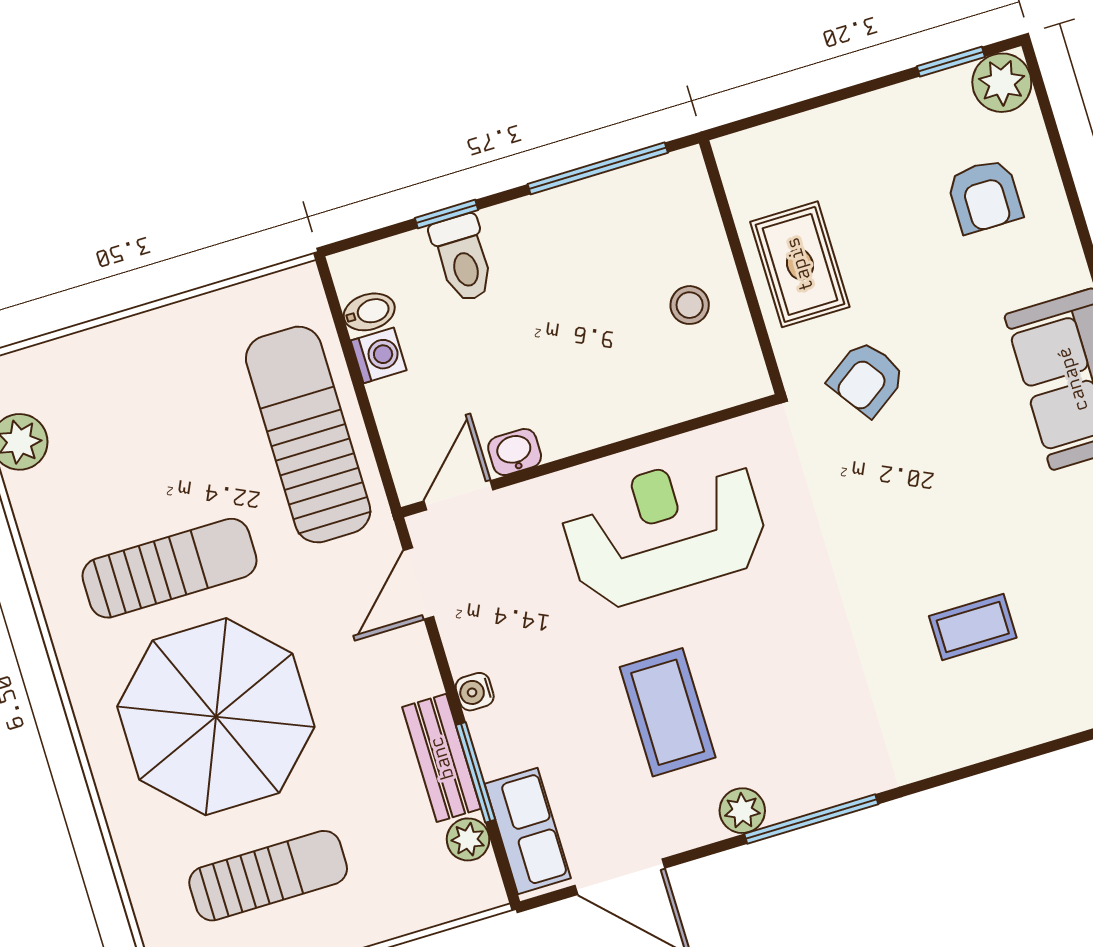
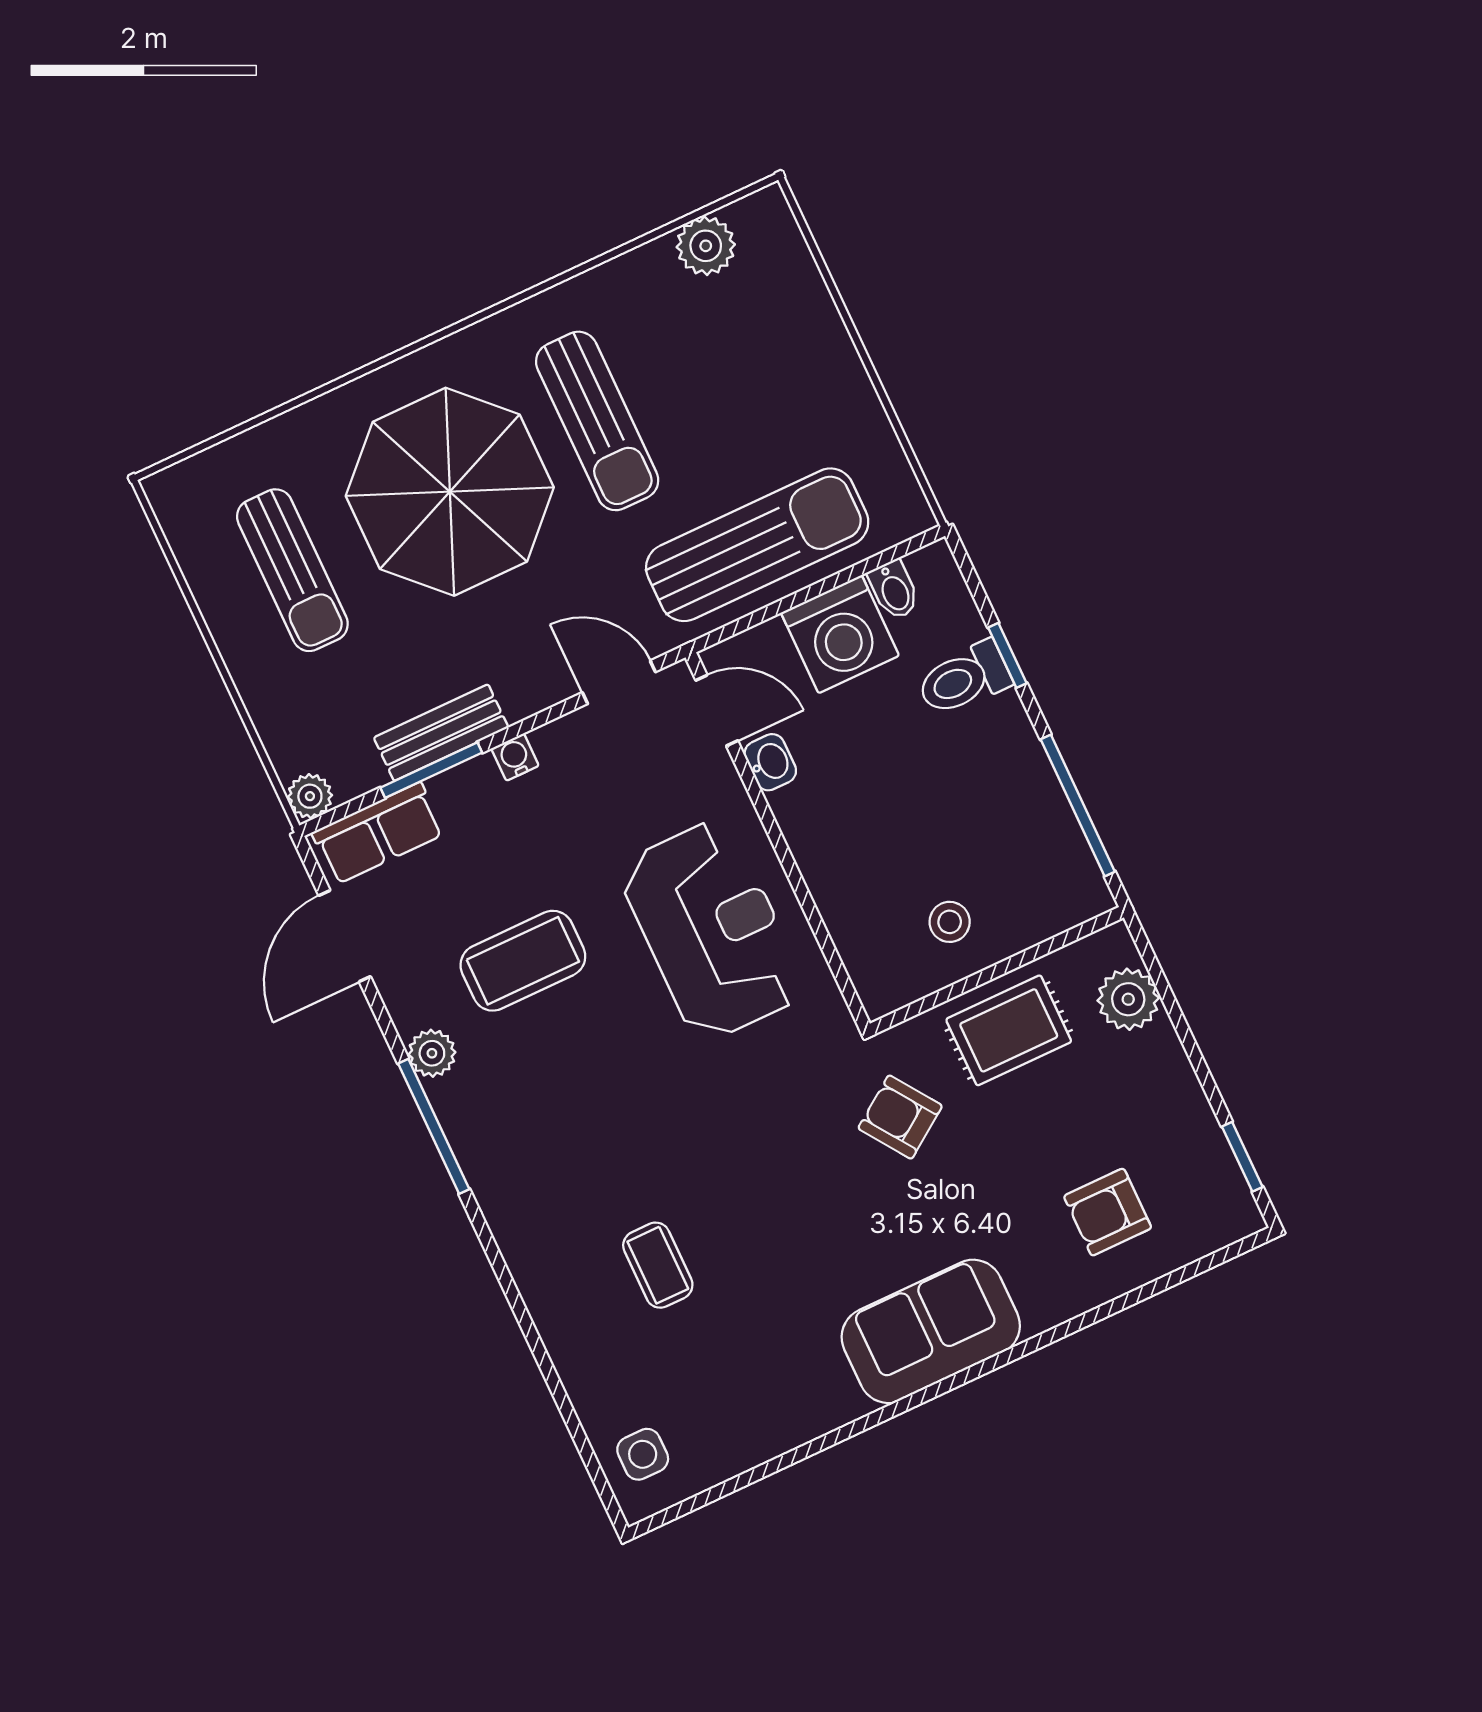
plant: (1002, 83) -> (1128, 999), moved
washing machine: (379, 355) -> (840, 634), width x1.89, depth x1.89
plant: (468, 839) -> (310, 796), moved

